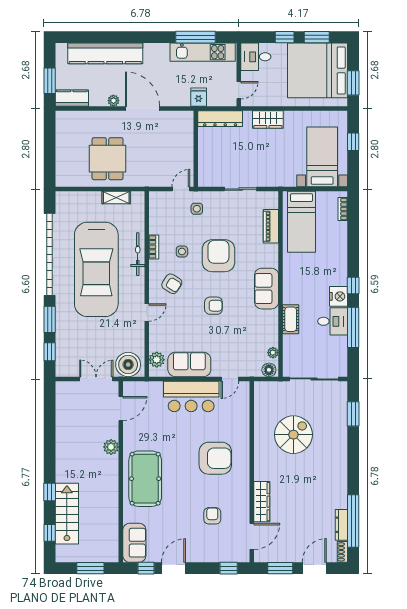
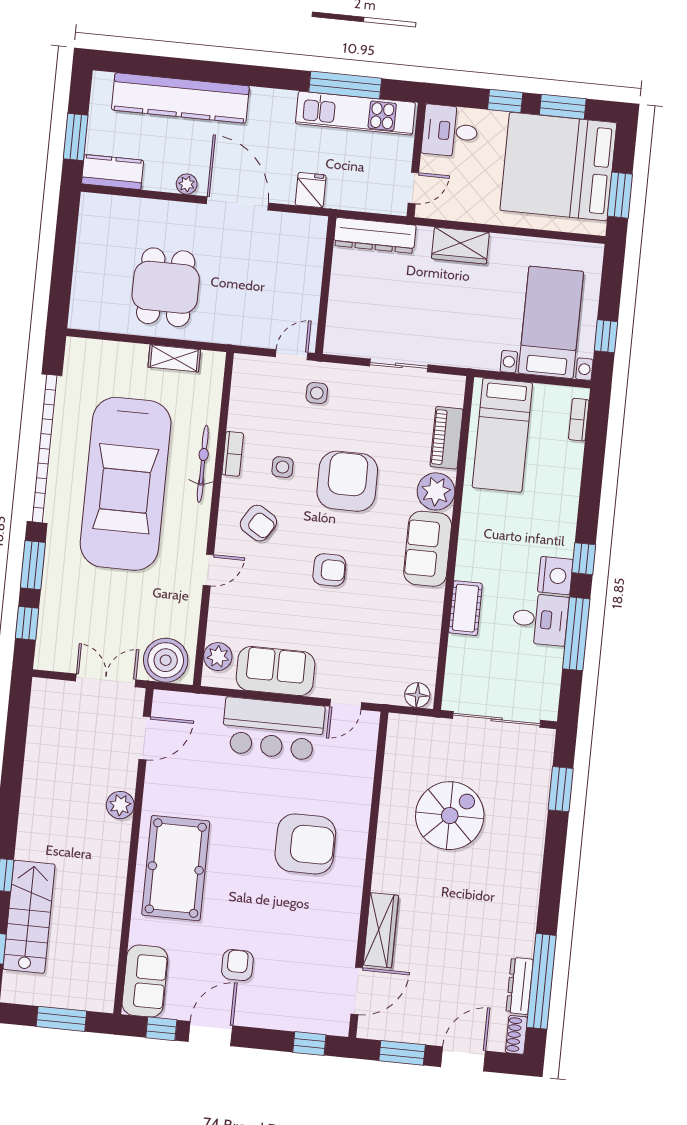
fridge: (199, 97) -> (311, 190), moved
window: (353, 142) -> (606, 336), moved
plant: (273, 353) -> (436, 491), moved, width x1.87, depth x1.87
armchair: (212, 516) -> (237, 965), moved

